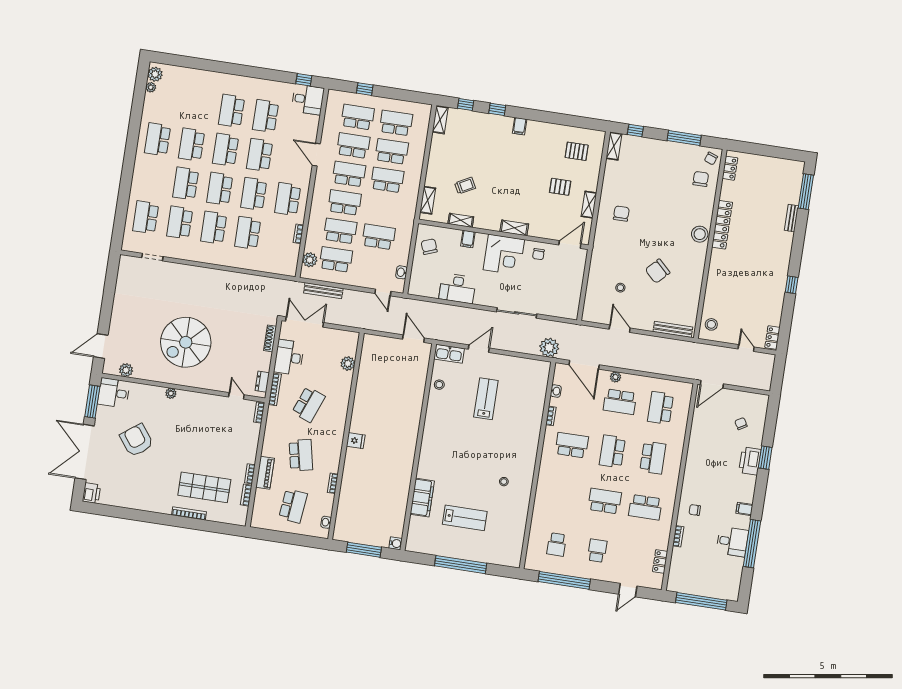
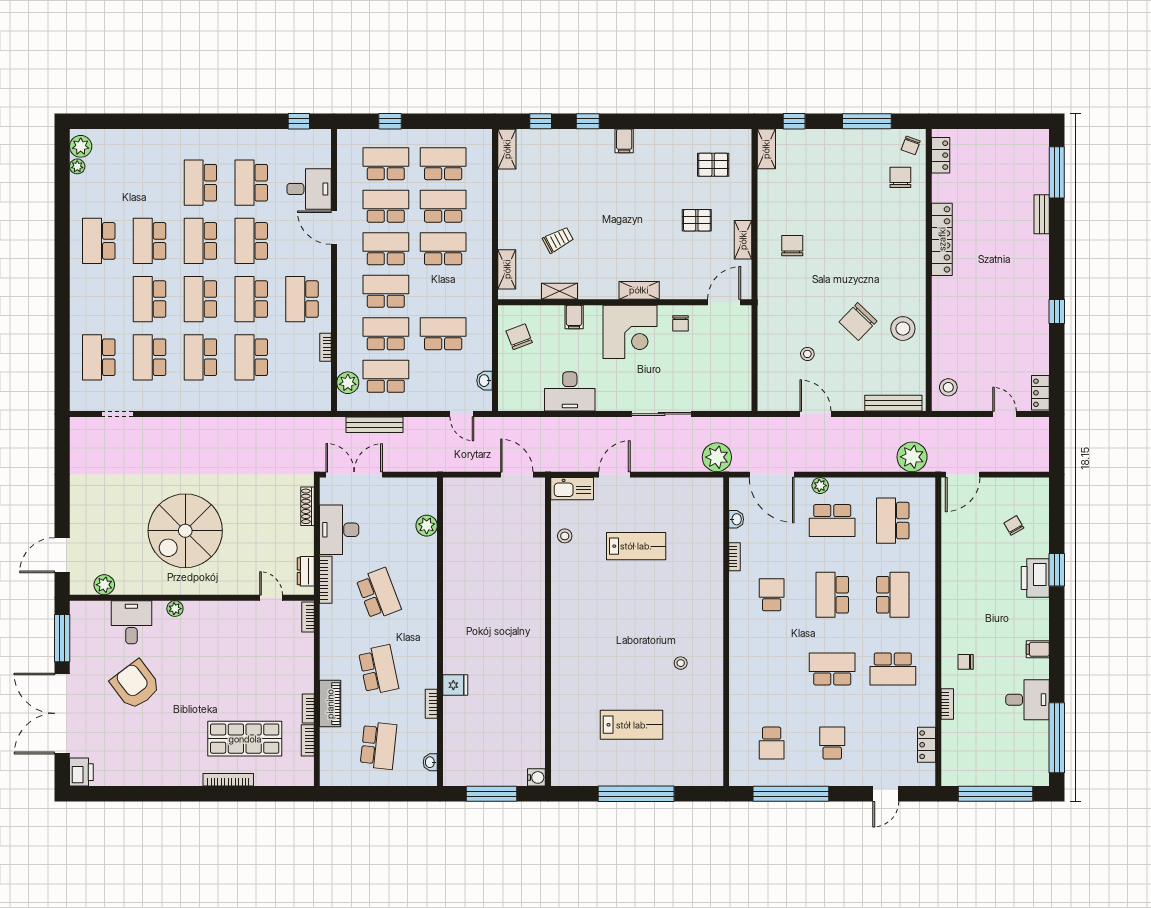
desk: (308, 100) -> (309, 189), moved
stool: (700, 234) -> (903, 329), moved
plant: (680, 367) -> (912, 457), added
desk: (114, 393) -> (131, 622), moved, turned 90
lab bench: (486, 399) -> (636, 546), turned 90
school desk: (309, 404) -> (378, 594), turned -42
fridge: (356, 441) -> (455, 685), moved
school desk: (572, 445) -> (772, 595), width x0.54
filing cabinet: (422, 498) -> (565, 705), removed
window: (752, 544) -> (1057, 738), moved

